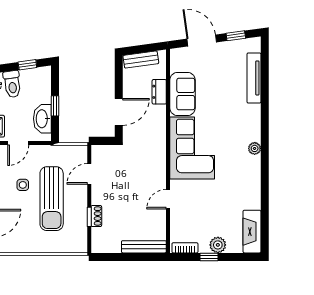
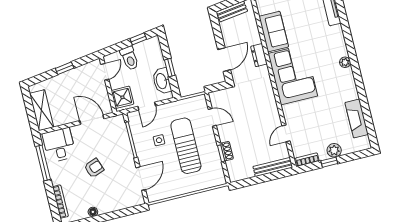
dresser: (159, 92) -> (259, 55), moved
door: (89, 174) -> (212, 117), swing flipped
sun lounger: (52, 199) -> (186, 146), turned 180
door: (168, 199) -> (286, 133), moved
fireplace: (252, 232) -> (357, 118), moved

